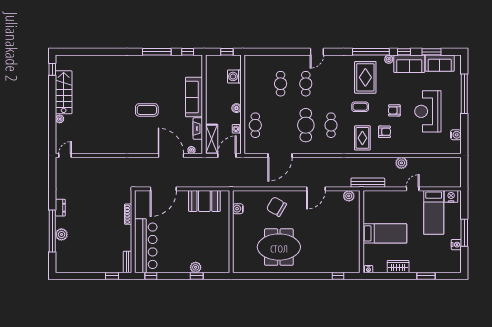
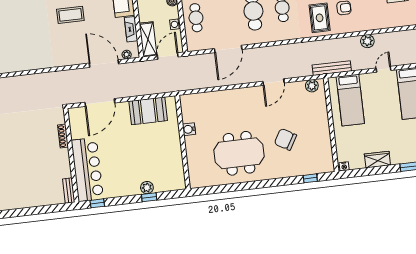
chair: (276, 207) -> (285, 139), moved
water cooler: (238, 209) -> (189, 129), moved
bed: (385, 233) -> (350, 100), moved, turned 90
window: (112, 276) -> (53, 209), removed

